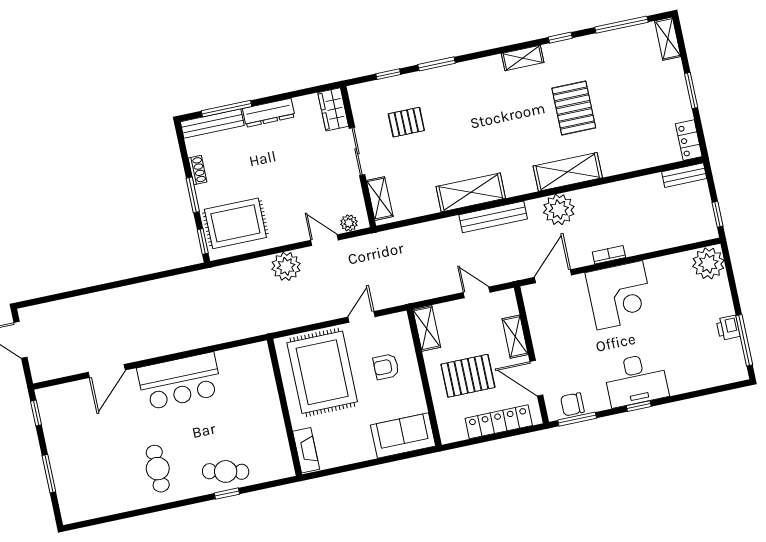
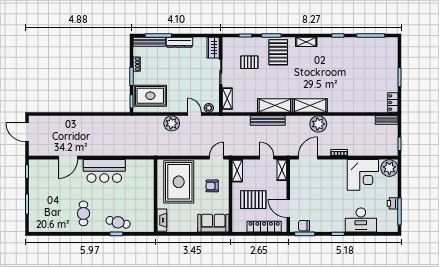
shelving: (668, 39) -> (393, 48), removed
shelving: (523, 58) -> (306, 42), moved
pallet: (574, 108) -> (278, 52), moved
shelving: (568, 172) -> (310, 106), moved
bench: (493, 217) -> (268, 121), moved
corner desk: (620, 295) -> (363, 175), moved
door: (361, 317) -> (217, 158), moved
shelving: (515, 337) -> (282, 170), moved
desk: (636, 380) -> (361, 220), moved

